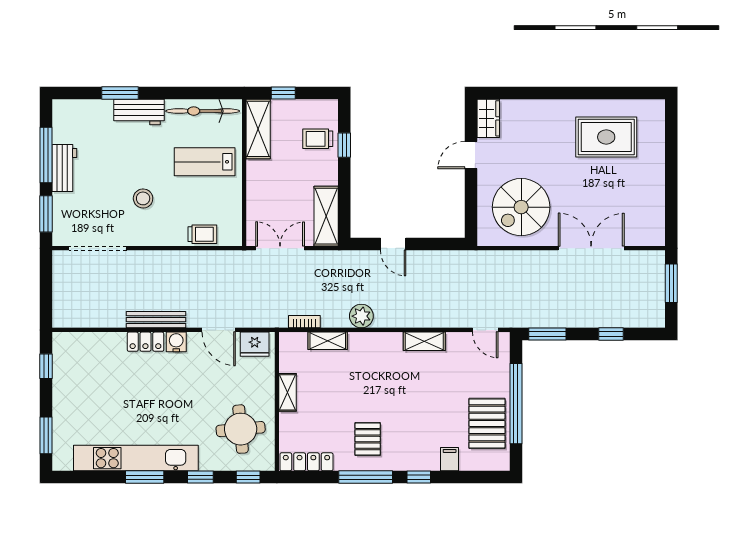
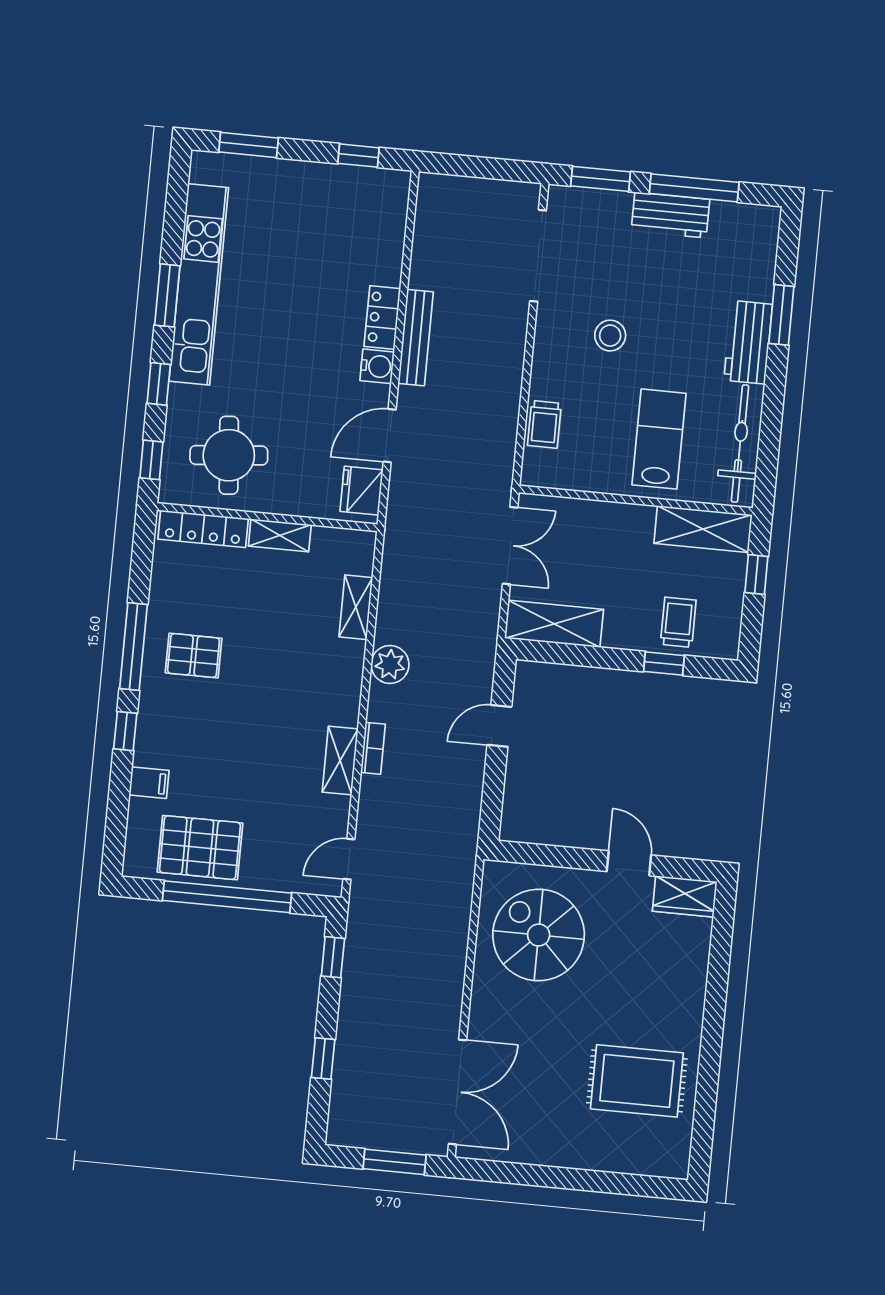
rug: (606, 137) -> (637, 1081), turned 90
double door: (591, 248) -> (458, 1092), moved
bookcase: (304, 322) -> (373, 748), moved
window: (547, 334) -> (333, 957), width x0.67
locker: (306, 462) -> (203, 529), moved, turned 90

